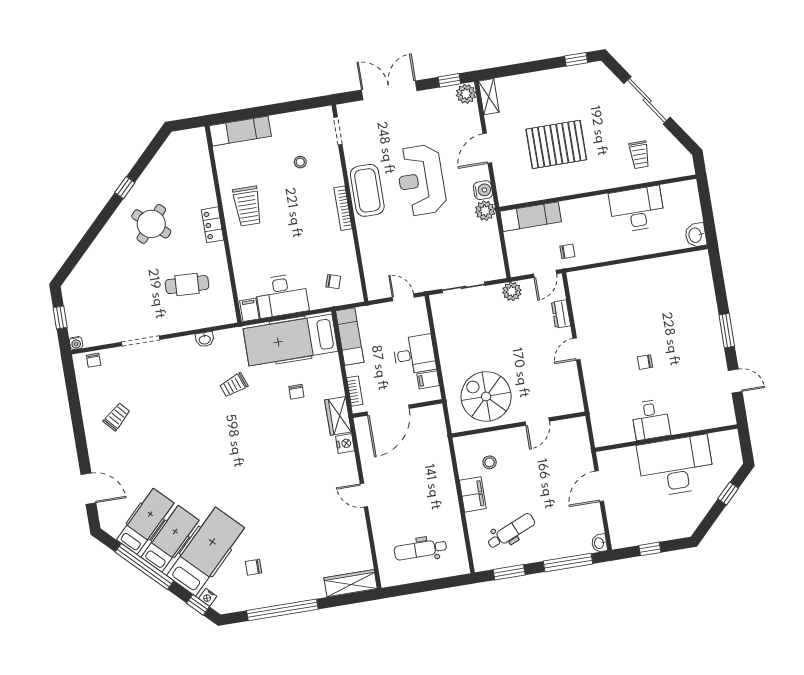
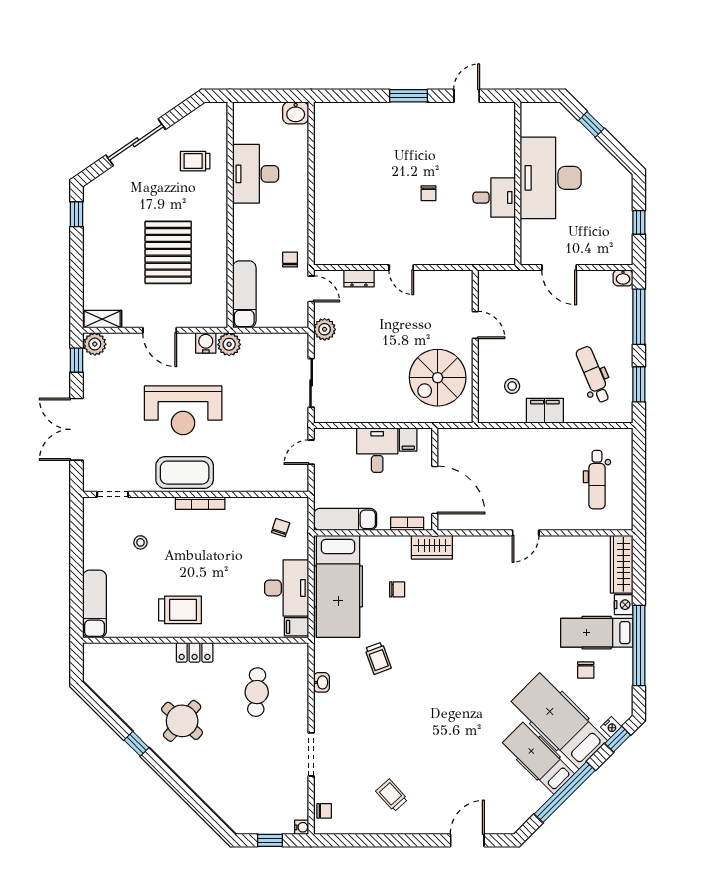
trolley: (639, 155) -> (195, 161), turned 180
nightstand: (345, 443) -> (624, 605), moved, turned 90
hospital bed: (145, 521) -> (597, 633), moved, turned -45

